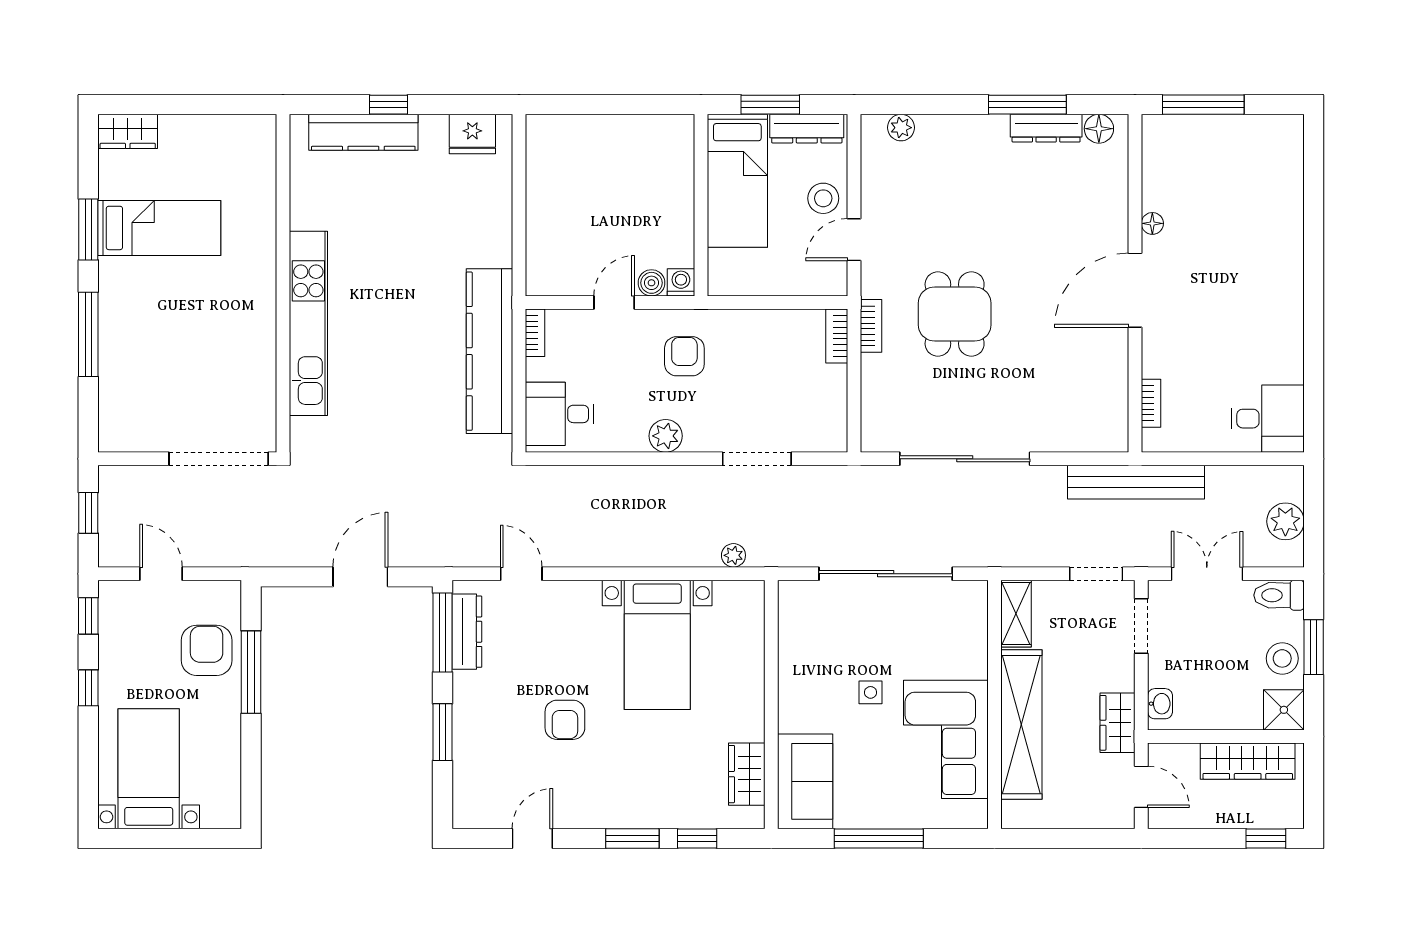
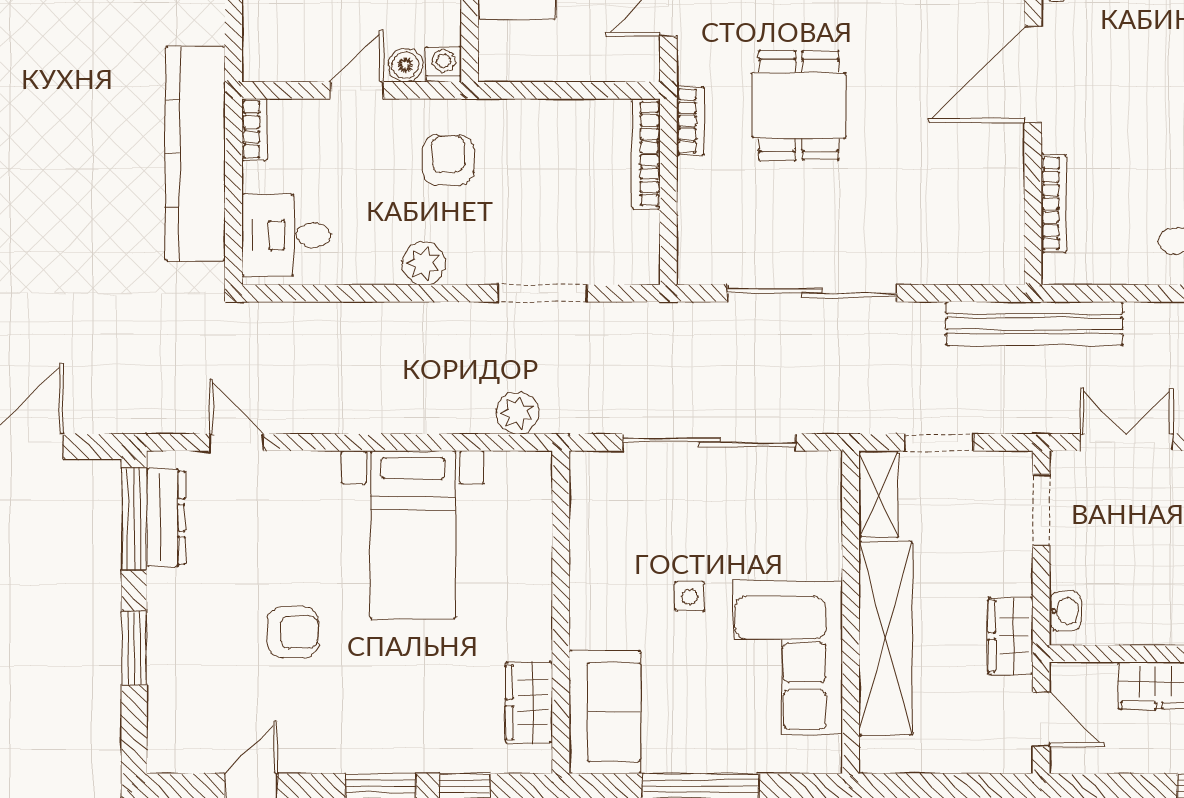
bookcase: (837, 336) -> (646, 154), width x1.56
bookcase: (1151, 403) -> (1054, 204), width x1.56
plant: (733, 555) -> (518, 413), width x1.38, depth x1.38
doorway: (1096, 574) -> (939, 442), moved
armchair: (565, 720) -> (293, 632), turned -90

